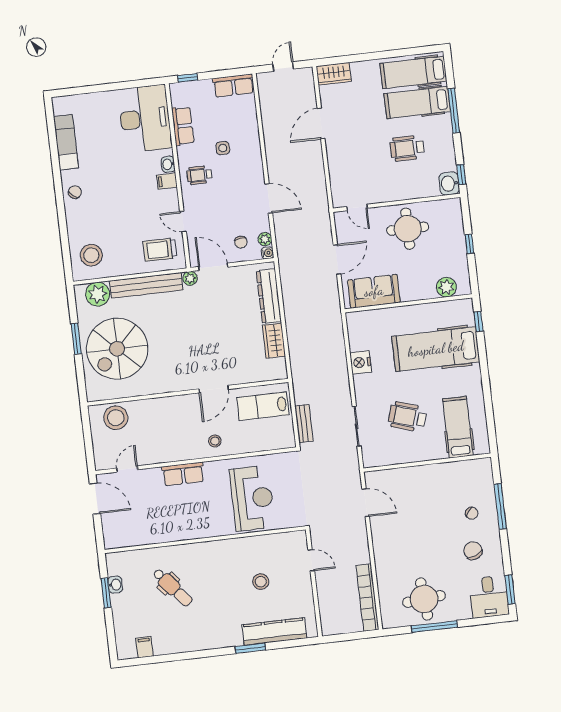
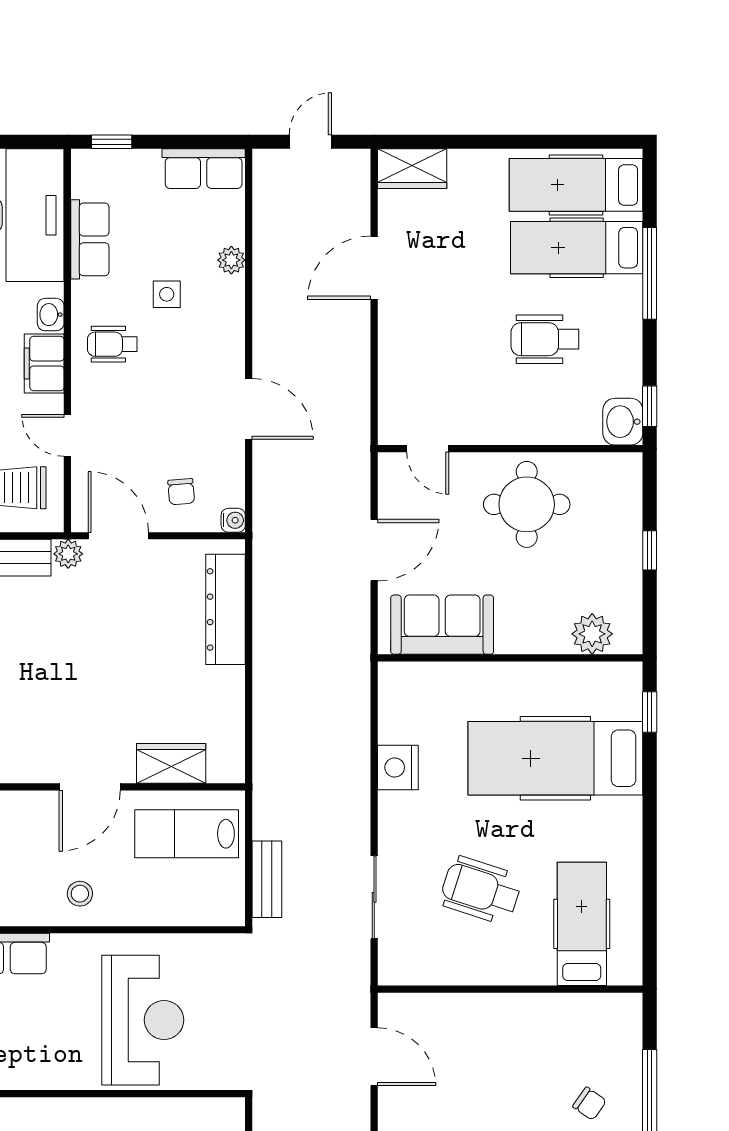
filing cabinet: (167, 181) -> (44, 363), width x2.00
plant: (265, 239) -> (231, 260), moved
wardrobe: (274, 341) -> (171, 763), moved, turned 90

